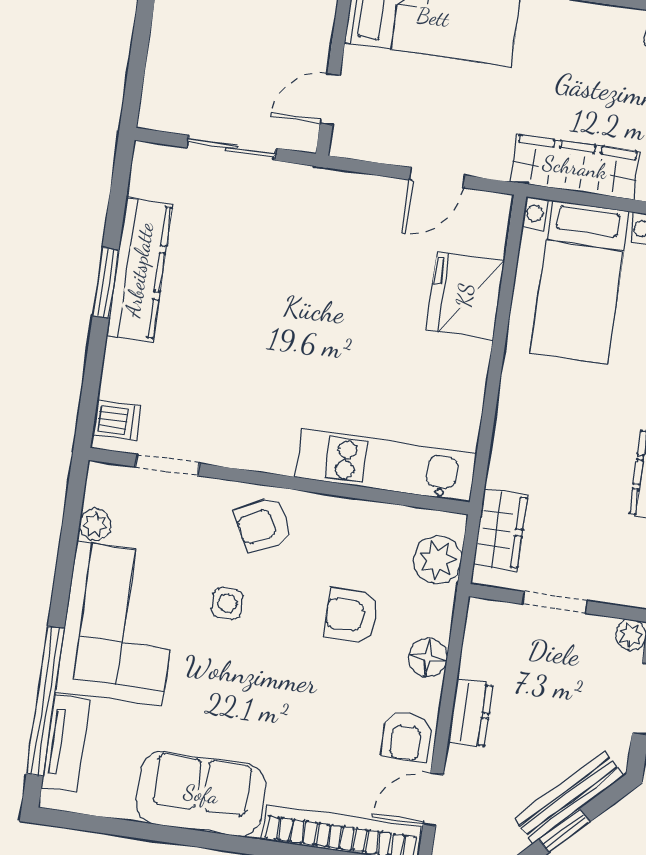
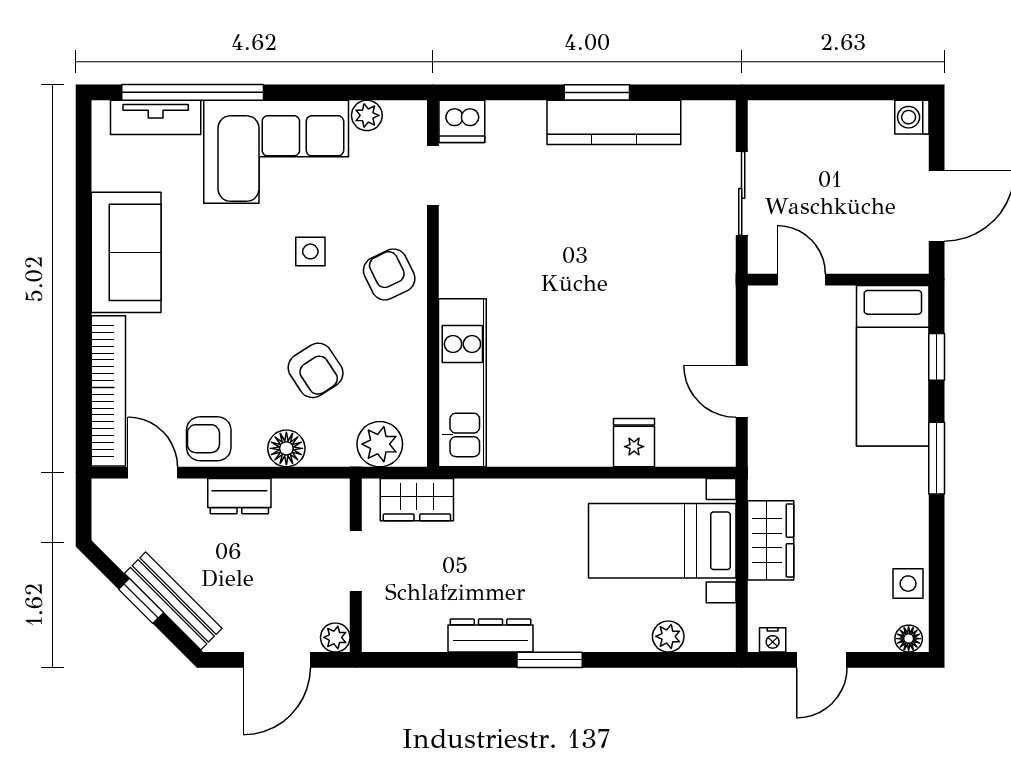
wardrobe: (575, 167) -> (771, 540), width x0.67
fridge: (465, 295) -> (634, 443), width x0.53, depth x0.75
dishwasher: (116, 420) -> (462, 121), width x1.38
armchair: (352, 616) -> (316, 370), turned 147

